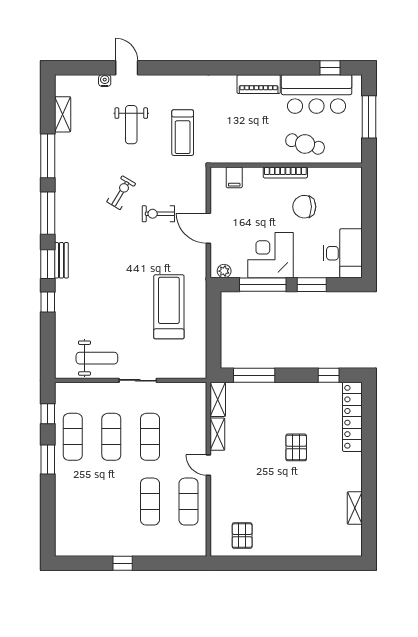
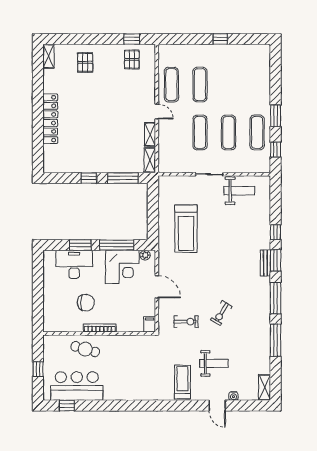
piano: (259, 84) -> (120, 393), removed
shelving: (63, 114) -> (265, 387), moved
window: (369, 117) -> (38, 369), width x0.46
weight bench: (131, 125) -> (214, 363), turned 90
treadmill: (183, 133) -> (182, 382), moved
filing cabinet: (234, 177) -> (150, 324), moved
exercise bike: (158, 214) -> (186, 322), moved
desk: (343, 253) -> (74, 264), moved, turned 90
corner desk: (271, 255) -> (122, 267), moved
weight bench: (97, 358) -> (239, 191), turned 180
window: (329, 375) -> (89, 178), moved
locker: (352, 417) -> (50, 119), moved
pallet: (296, 447) -> (85, 62), moved
shelving: (355, 508) -> (48, 56), moved
window: (242, 563) -> (132, 39), added

